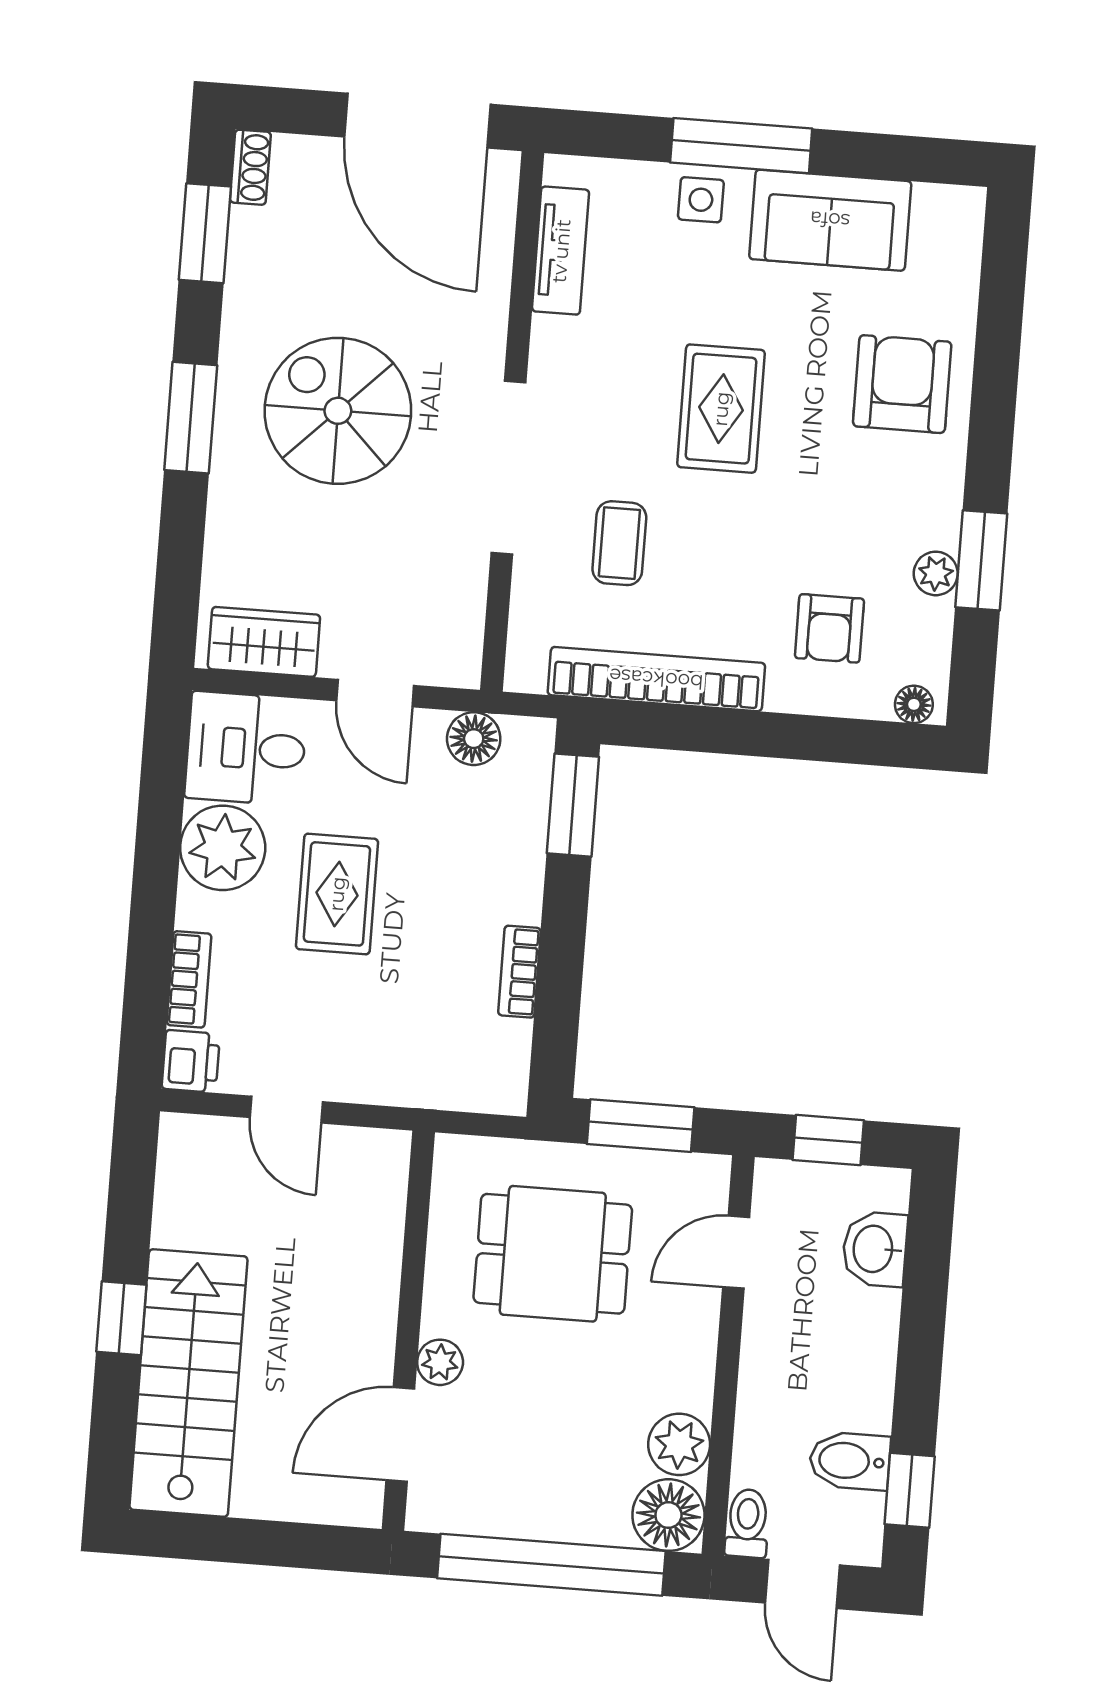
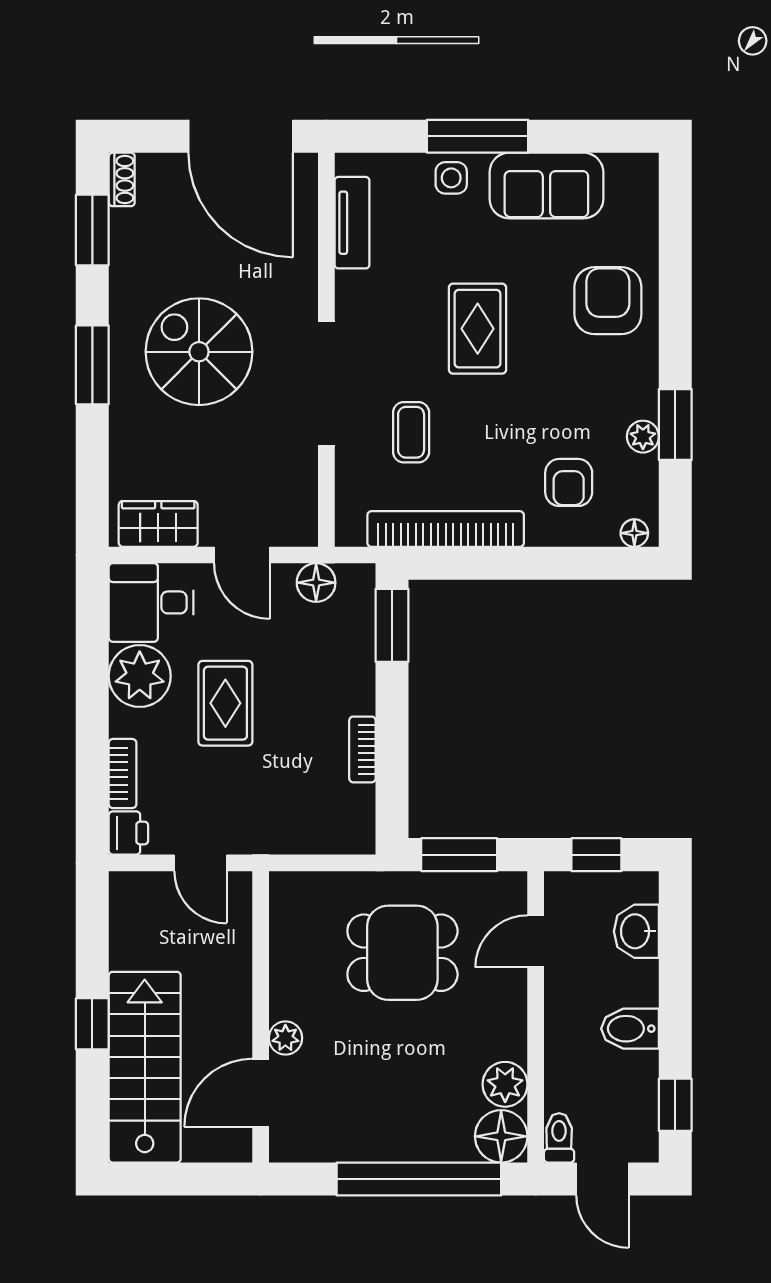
wall: (408, 1331) -> (261, 1017), moved
plant: (440, 1362) -> (285, 1038), moved
door: (400, 1434) -> (261, 1093), moved
bidet: (850, 1461) -> (630, 1029), moved

